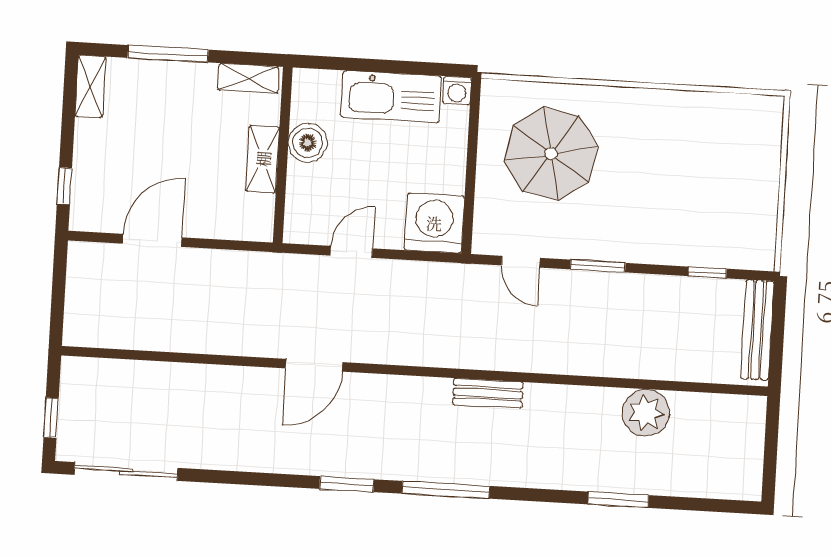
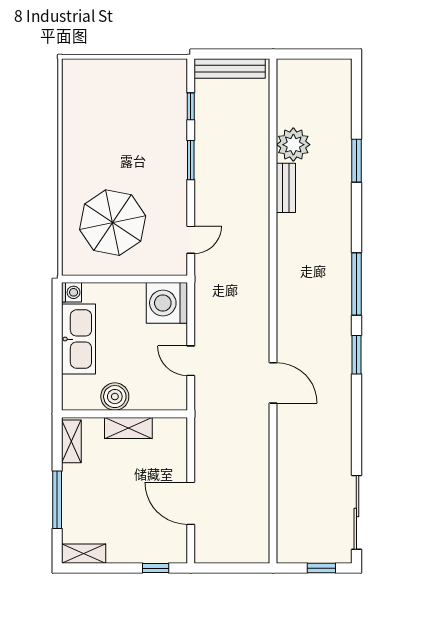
window: (598, 266) -> (191, 160), moved
bench: (488, 393) -> (286, 188), moved

